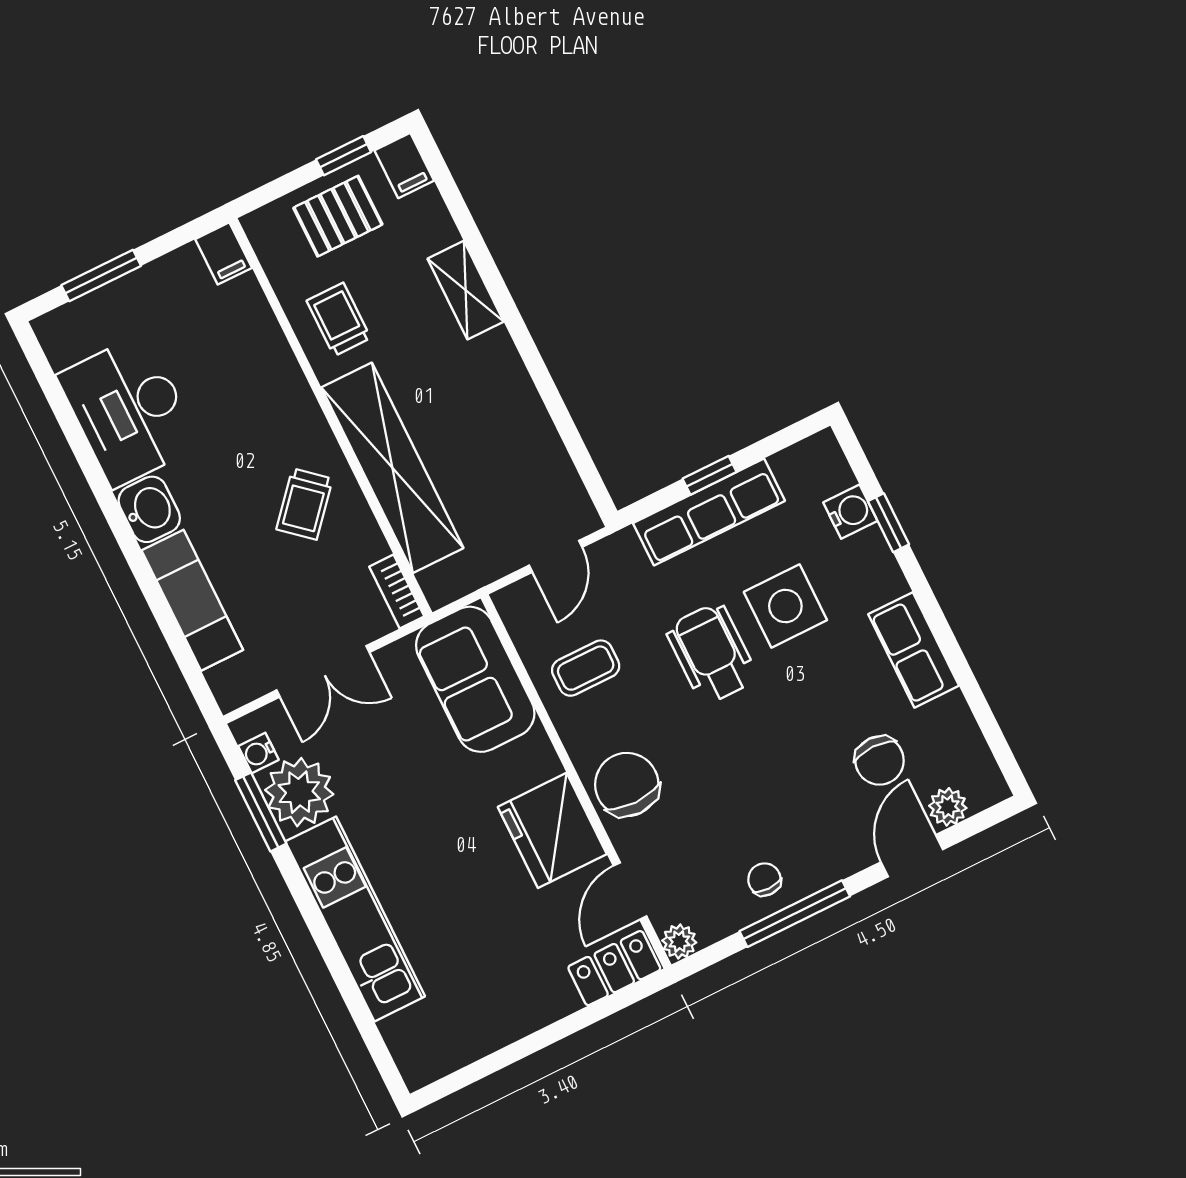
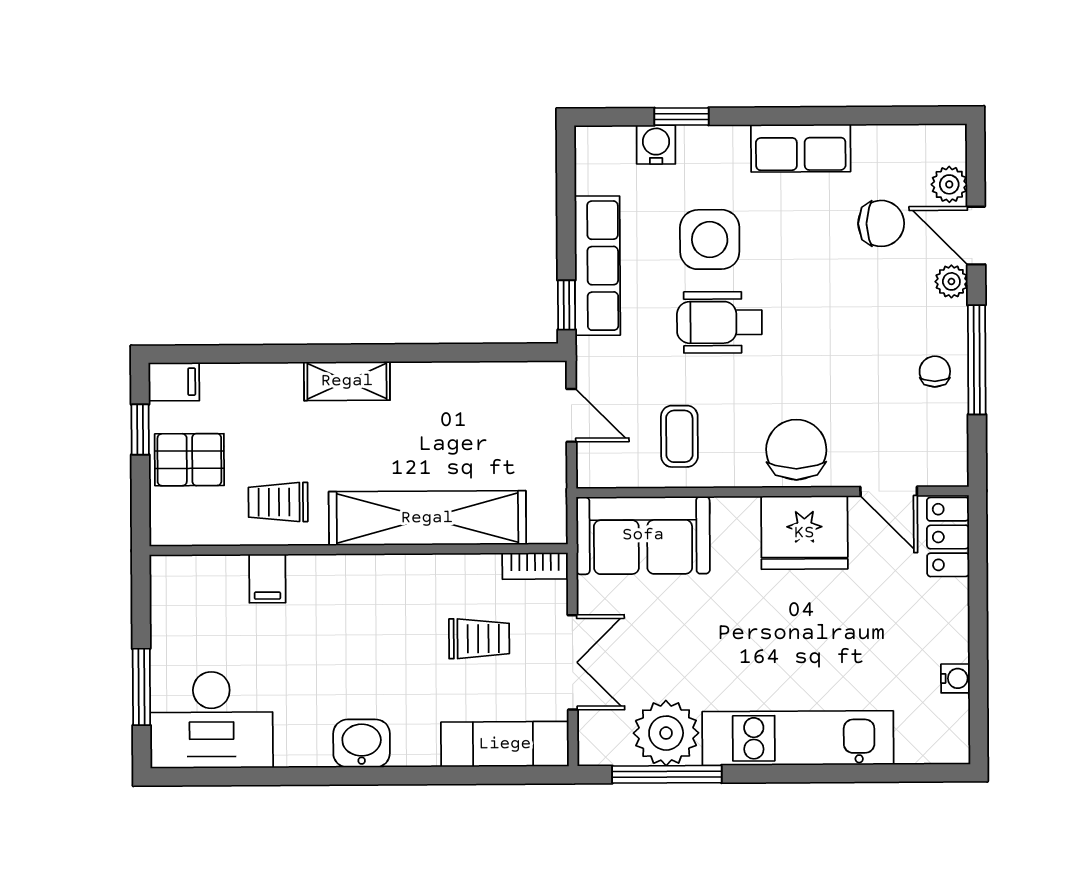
pallet: (338, 216) -> (189, 460), turned 90
filing cabinet: (224, 253) -> (267, 579), moved, turned 90
shelving: (466, 290) -> (347, 381), moved
desk: (129, 410) -> (211, 720), moved
window: (710, 475) -> (566, 305), moved
trolley: (304, 504) -> (479, 639), moved, turned -41
exam couch: (192, 600) -> (505, 744), moved
water cooler: (258, 753) -> (955, 678), moved, turned -90
chair: (627, 785) -> (796, 450), turned 90
window: (261, 812) -> (667, 774), width x1.44
chair: (764, 879) -> (935, 372), turned 90
plant: (679, 942) -> (951, 281), moved

